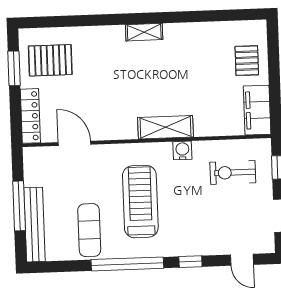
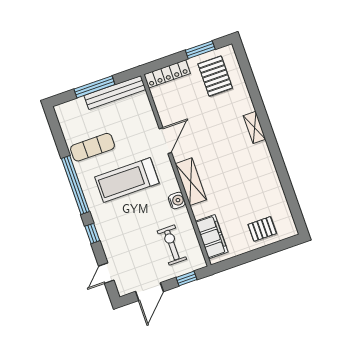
shelving: (144, 32) -> (254, 127), moved
filing cabinet: (257, 110) -> (212, 237), moved, turned 90
door: (74, 143) -> (165, 141), moved
treadmill: (140, 202) -> (127, 180), turned 180
bench: (35, 225) -> (115, 92), moved

